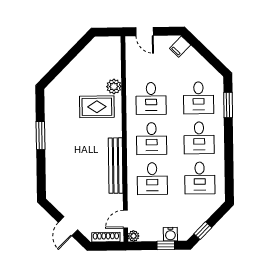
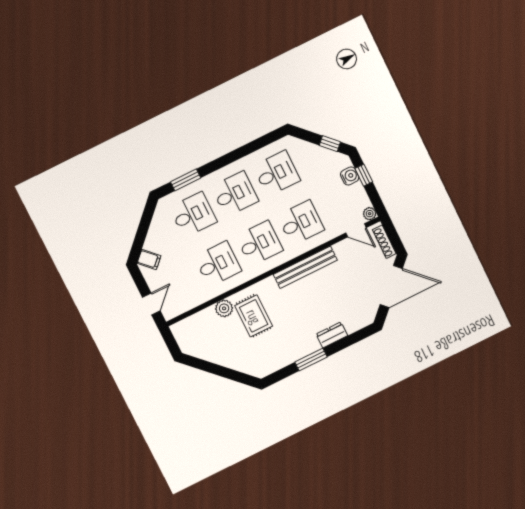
dresser: (52, 161) -> (332, 335), added
door: (68, 226) -> (391, 286), width x1.87

